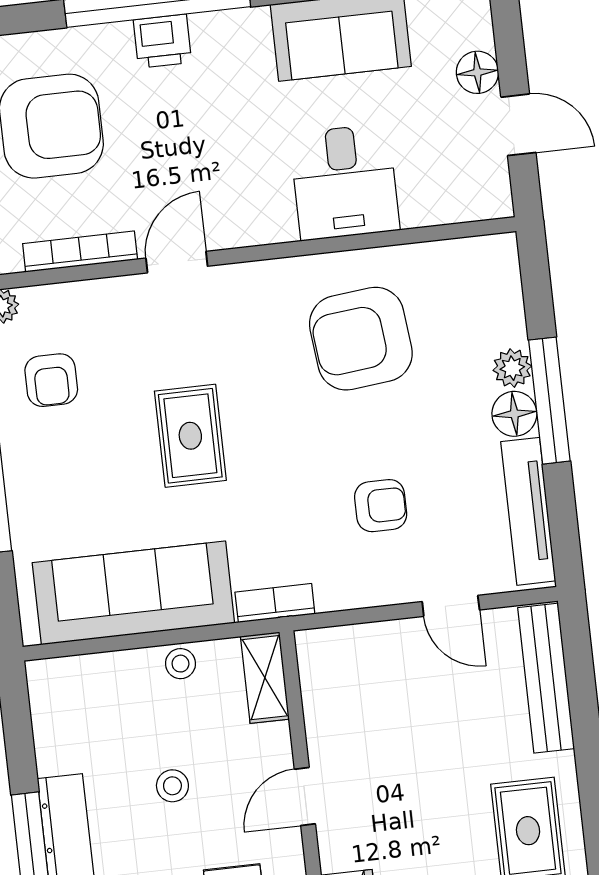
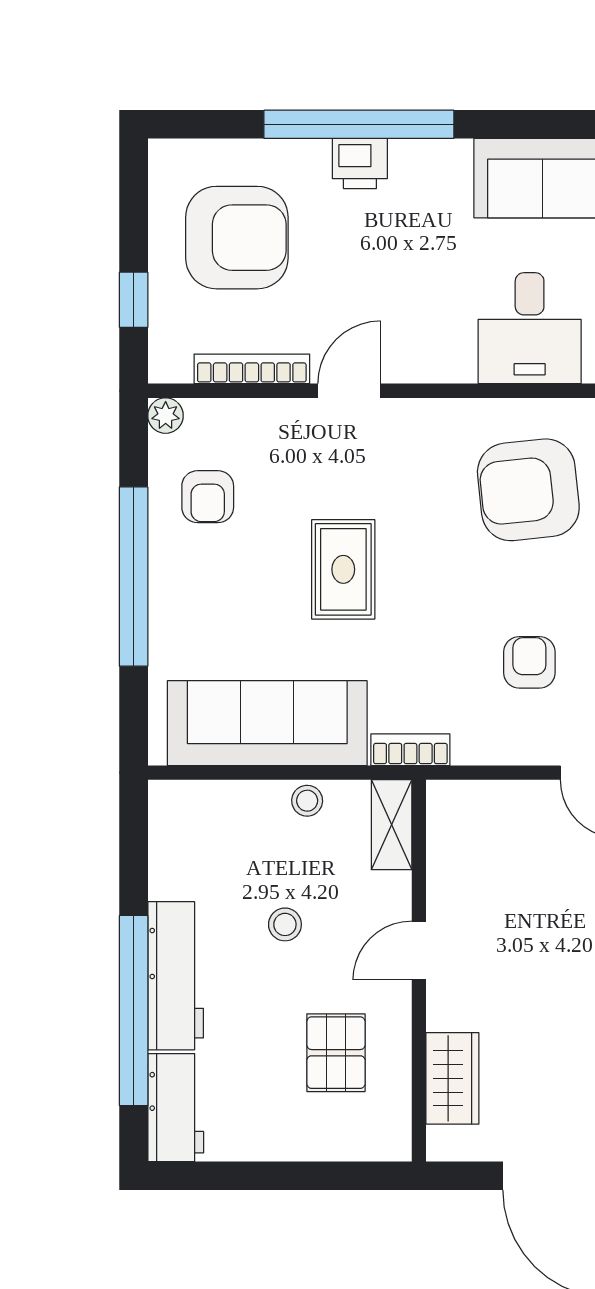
armchair: (381, 506) -> (529, 662), turned -90

